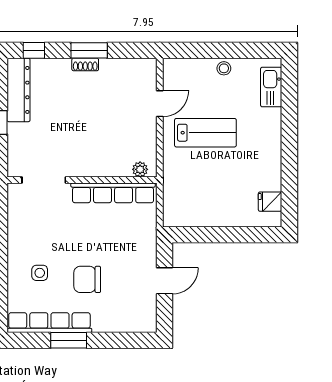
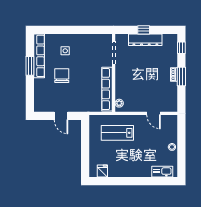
dresser: (18, 90) -> (145, 40), moved
lab bench: (205, 133) -> (117, 133), moved, turned 90

